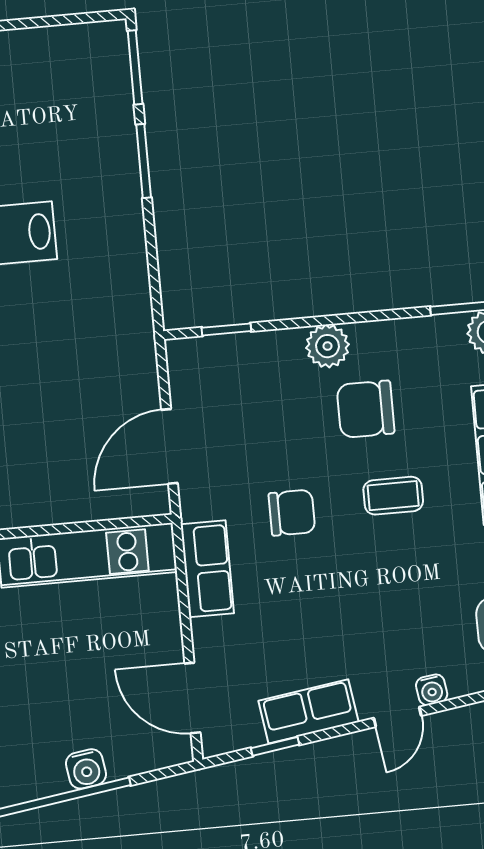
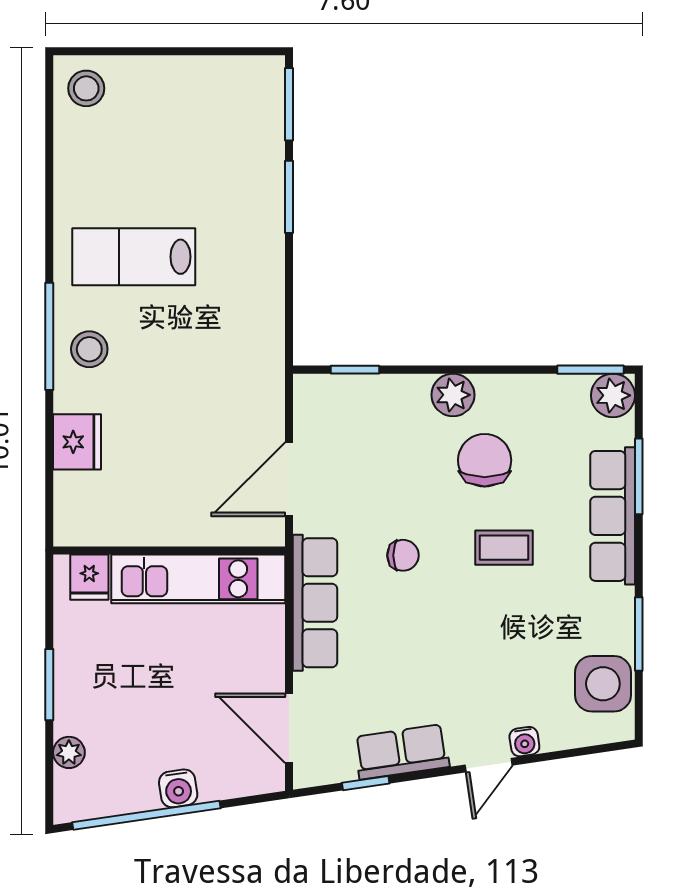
chair: (366, 409) -> (485, 460), turned 90
chair: (292, 513) -> (403, 555), width x0.73, depth x0.73
row of seats: (207, 569) -> (315, 603), width x1.48

